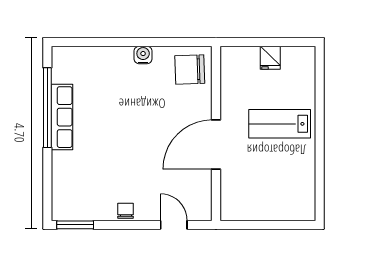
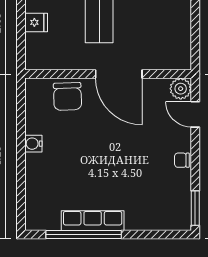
chair: (190, 70) -> (68, 96), moved
plant: (201, 209) -> (181, 89), added
door: (174, 225) -> (195, 114), hinge flipped

